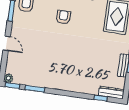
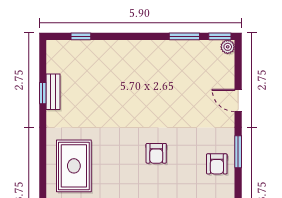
dresser: (111, 92) -> (66, 47), removed

